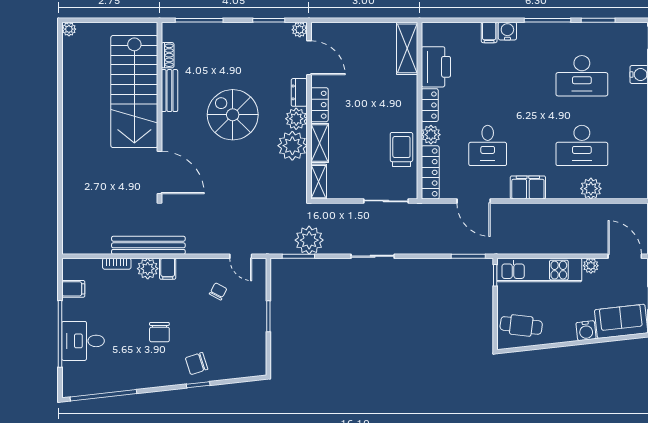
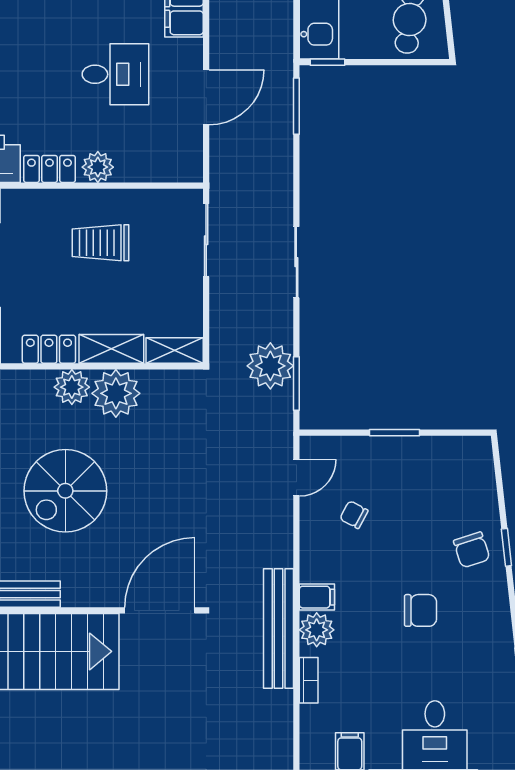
dresser: (299, 92) -> (29, 382), removed
trolley: (401, 149) -> (101, 243), moved
locker: (430, 172) -> (159, 168), removed

